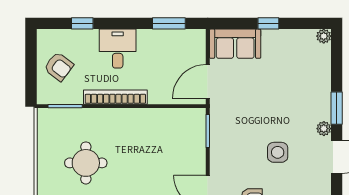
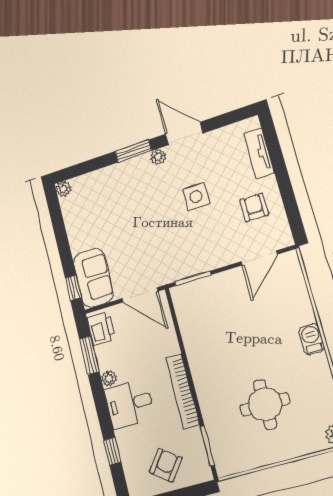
window: (268, 23) -> (73, 288), moved
plant: (144, 36) -> (109, 378), added
printer: (189, 40) -> (101, 329), added

